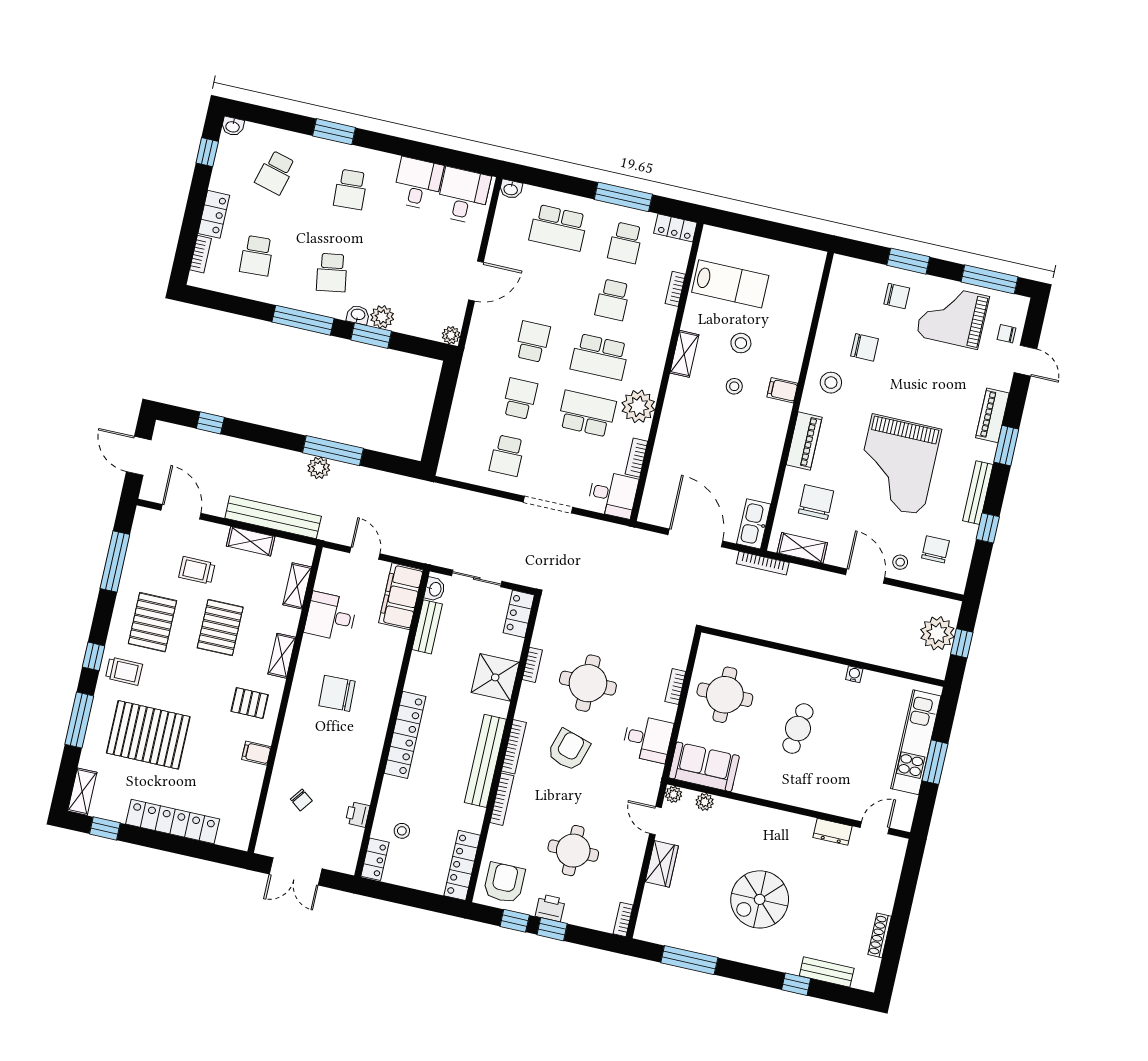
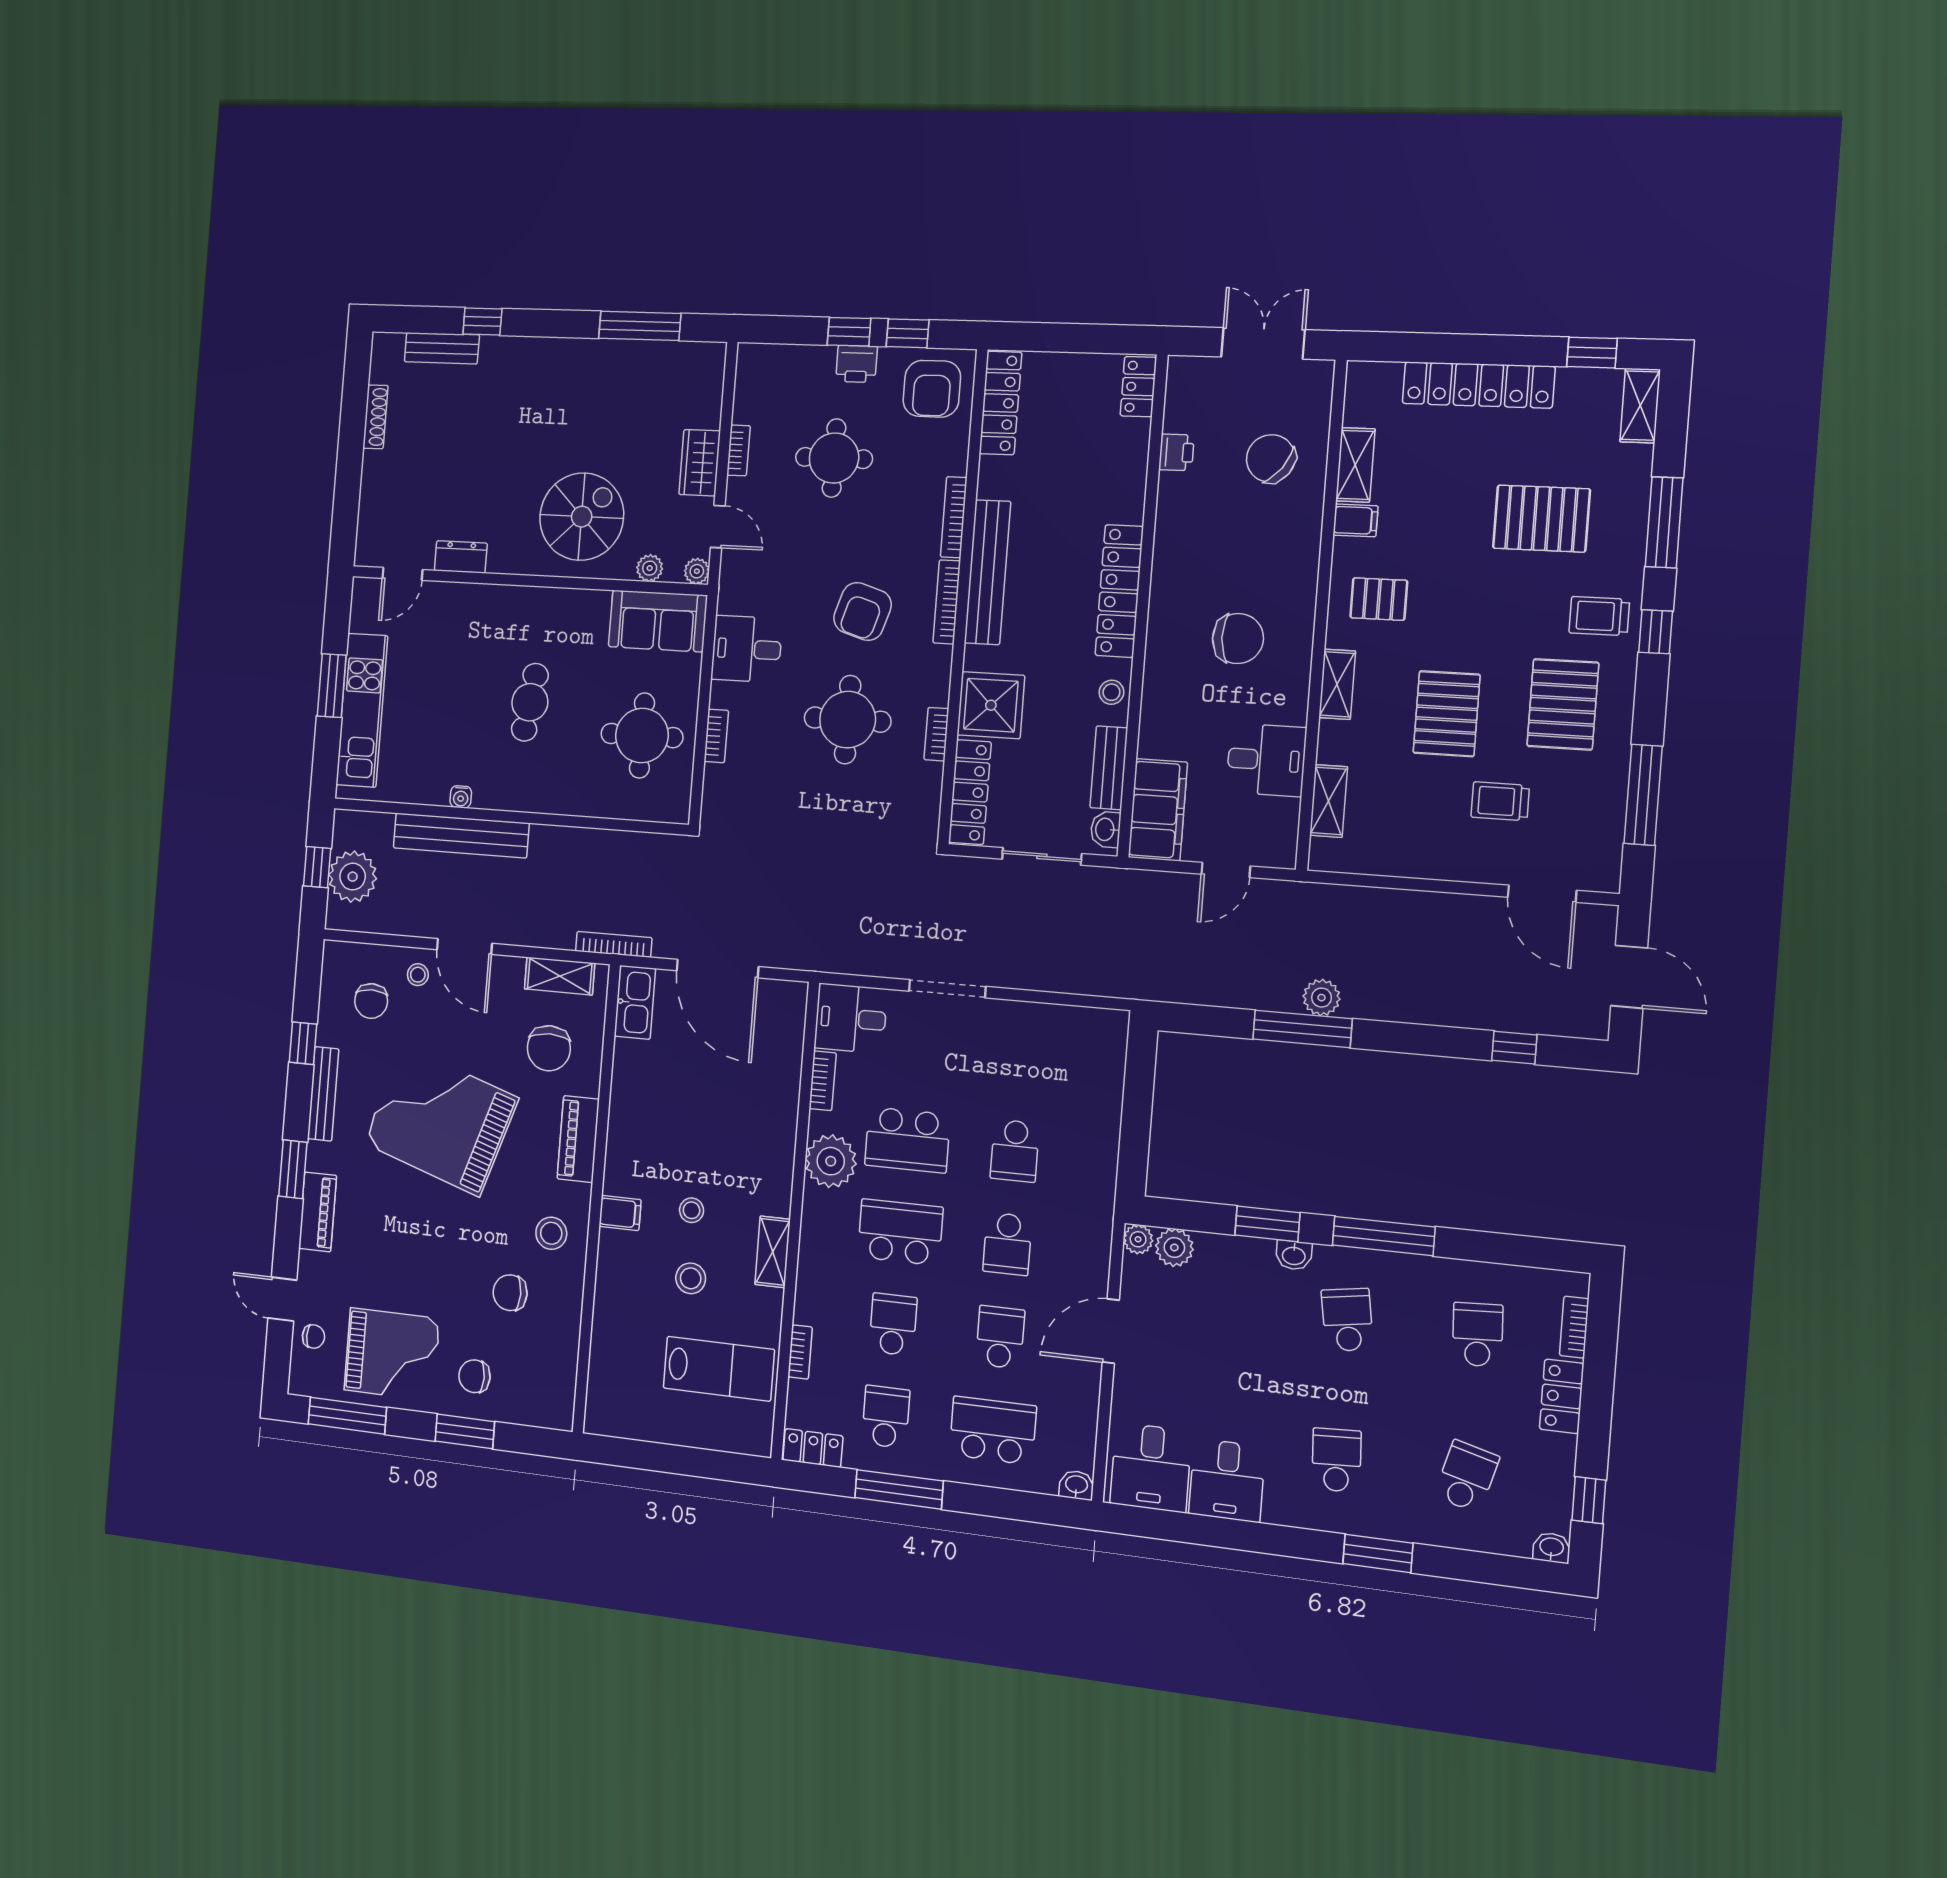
lab bench: (730, 284) -> (719, 1369), turned 180
plant: (382, 317) -> (1174, 1247), moved
school desk: (507, 456) -> (1000, 1337), moved
grand piano: (897, 465) -> (441, 1121), turned -72
bench: (273, 517) -> (461, 836), moved
shelving: (251, 541) -> (1355, 465), moved, turned 90
door: (365, 553) -> (1226, 870), hinge flipped
trolley: (197, 570) -> (1500, 801), turned 180
locker: (519, 614) -> (970, 792), width x1.53
pallet: (148, 735) -> (1541, 519), width x0.73, depth x0.71
chair: (301, 800) -> (1271, 458), width x1.87, depth x1.87
stool: (402, 831) -> (1111, 692), moved
spiral stairs: (760, 899) -> (582, 517), moved
bookcase: (623, 919) -> (738, 450), moved

